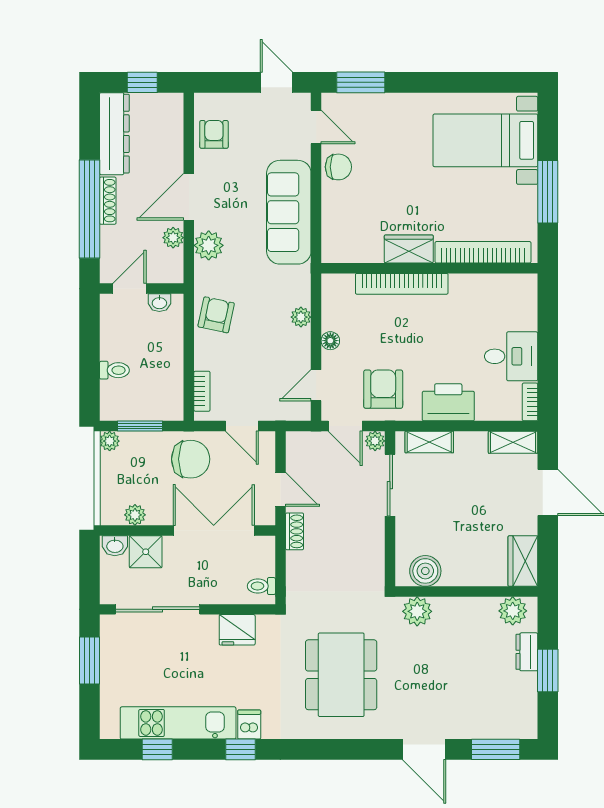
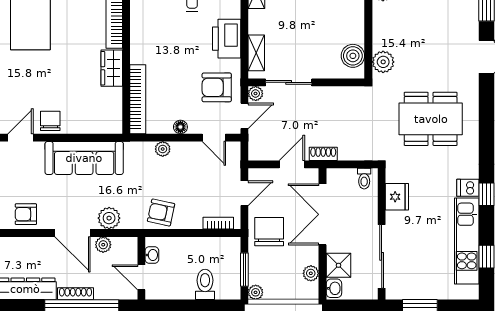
bookcase: (402, 284) -> (138, 99), moved
toilet: (114, 370) -> (205, 284), width x1.37, depth x1.39

